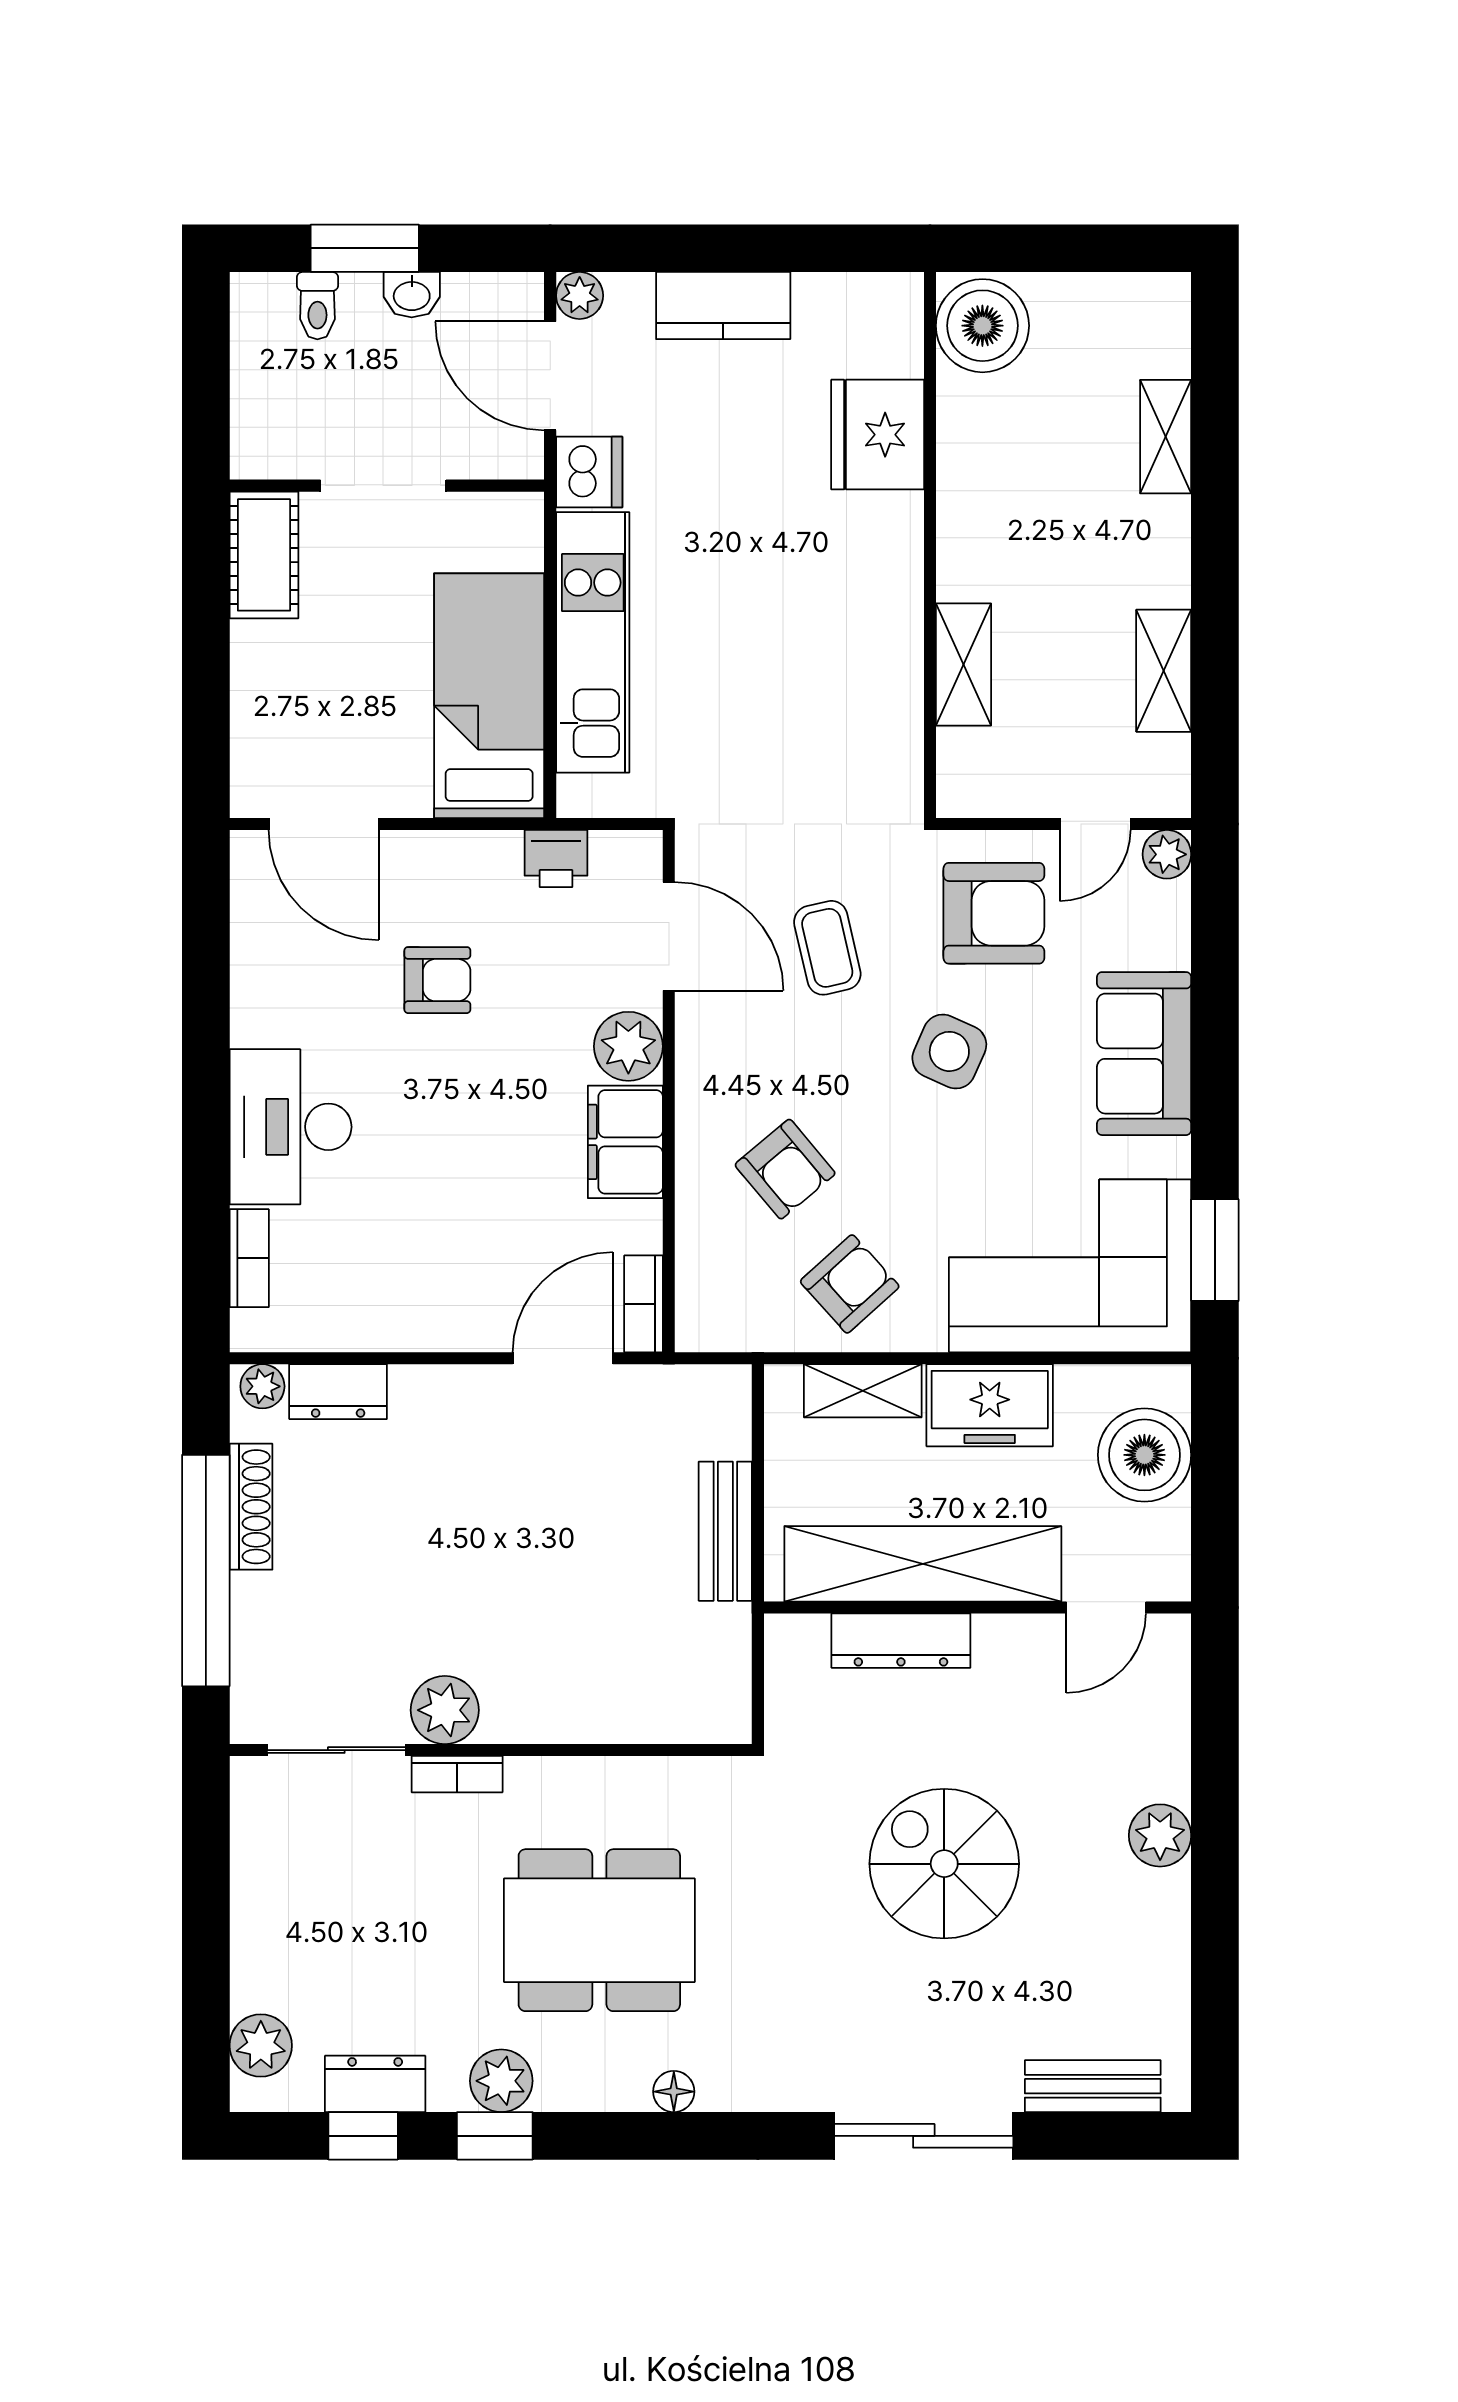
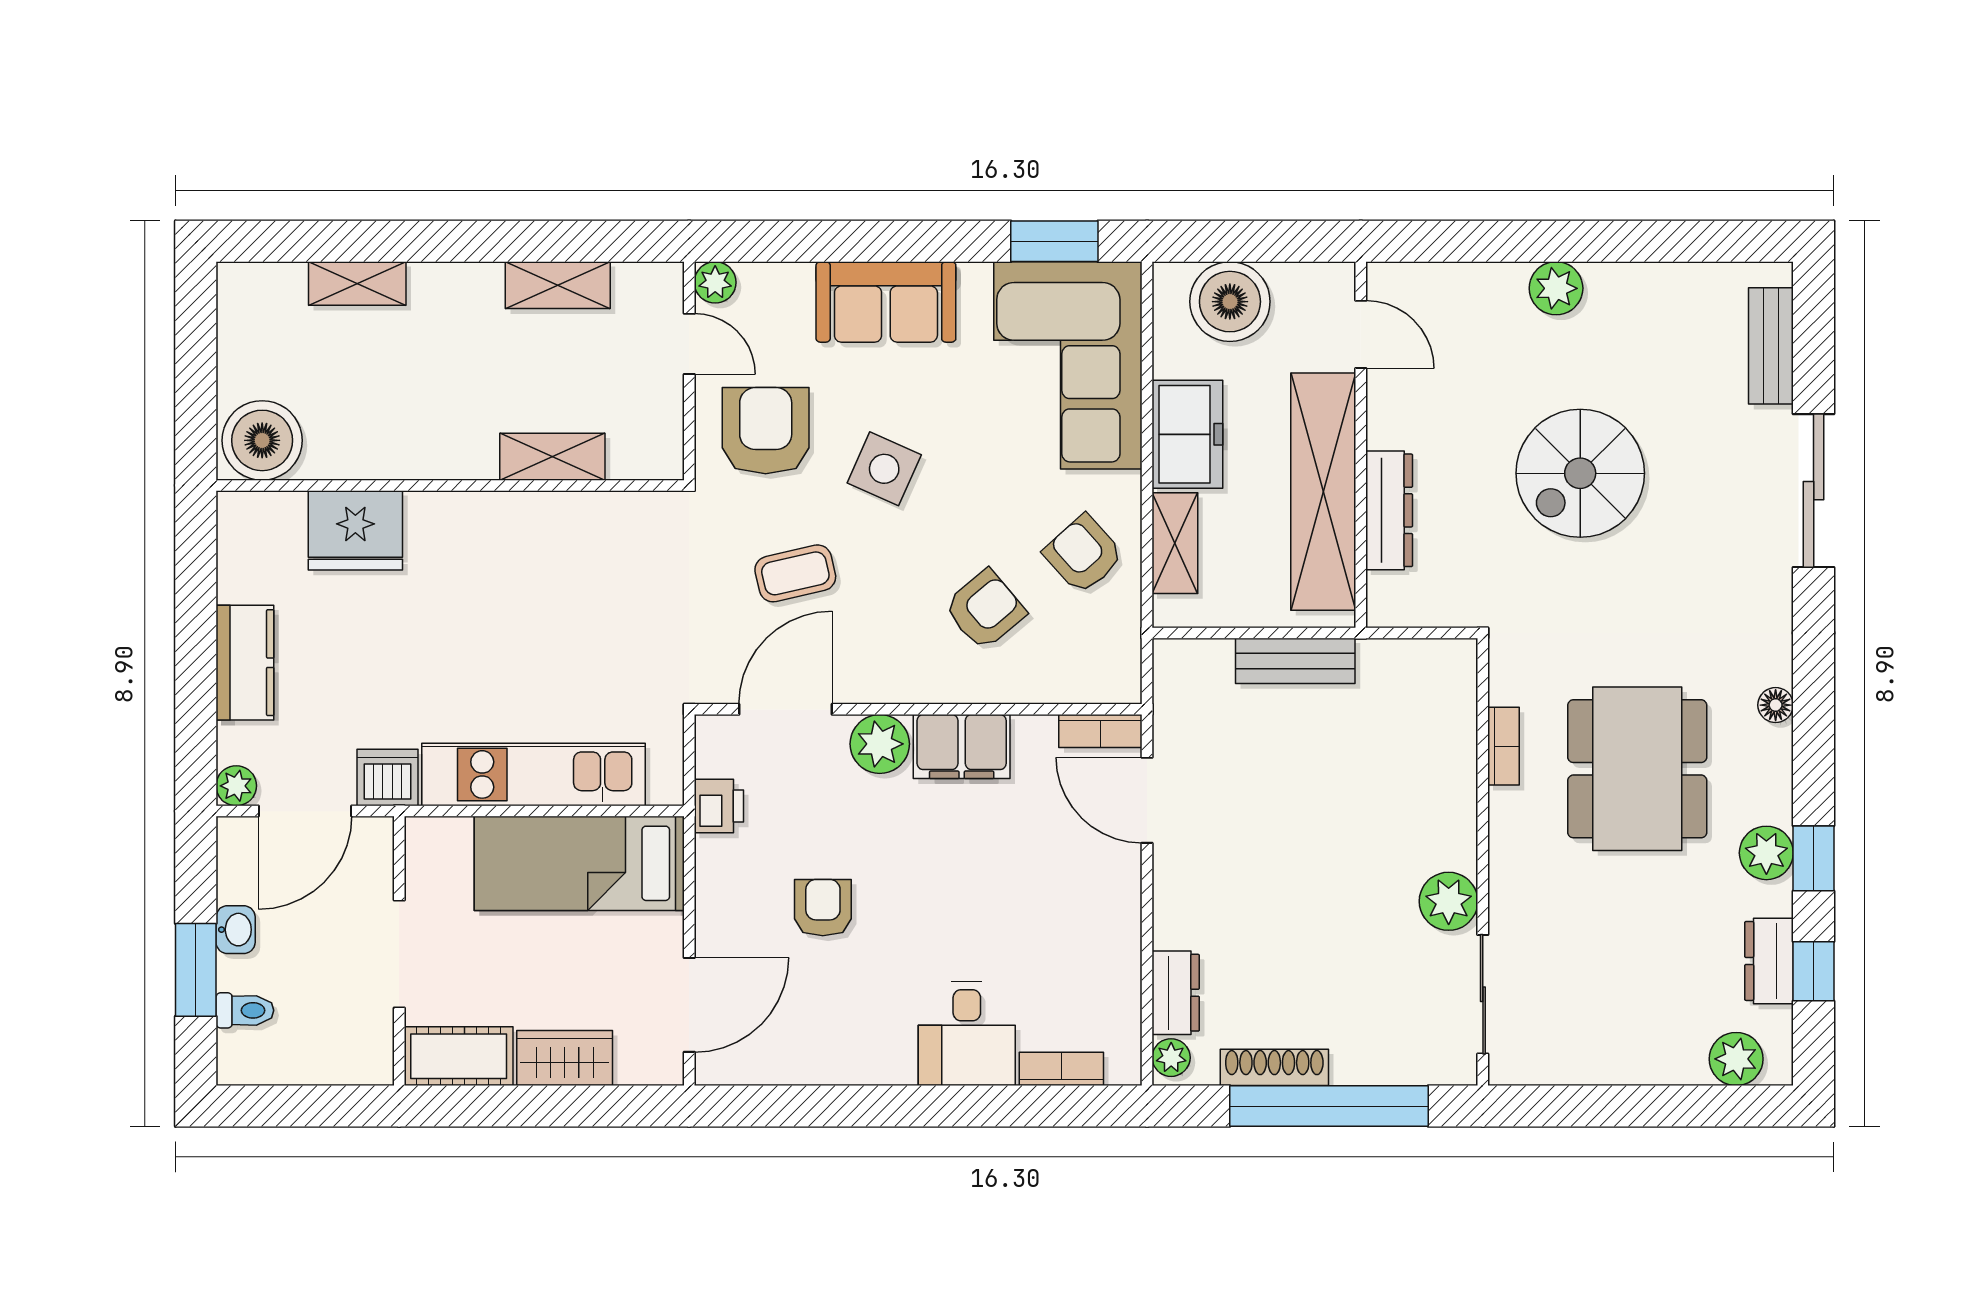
wardrobe: (262, 679) -> (565, 1058), added
desk: (291, 1127) -> (967, 1033), width x0.73
bookcase: (457, 1774) -> (1504, 746), moved

